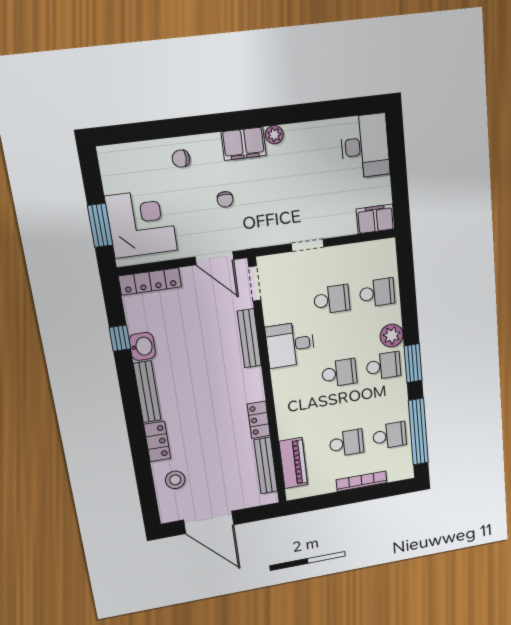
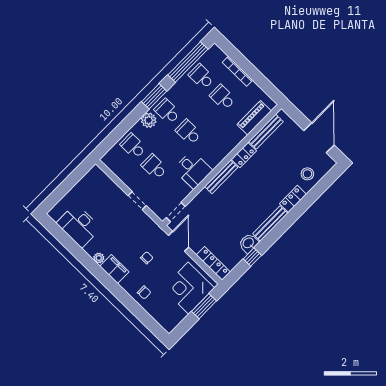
desk: (365, 146) -> (79, 226), moved, turned -90
filing cabinet: (376, 219) -> (98, 177), removed
bench: (249, 338) -> (221, 177), moved

